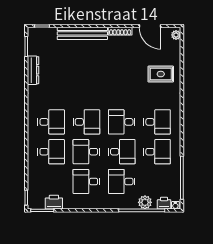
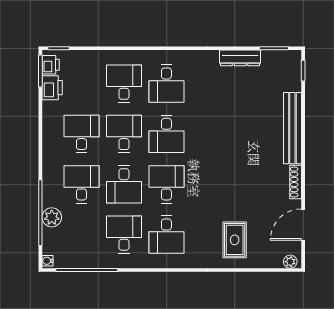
desk: (51, 152) -> (124, 84), turned 180
desk: (157, 152) -> (124, 235), turned 180
printer: (164, 203) -> (51, 65), moved

